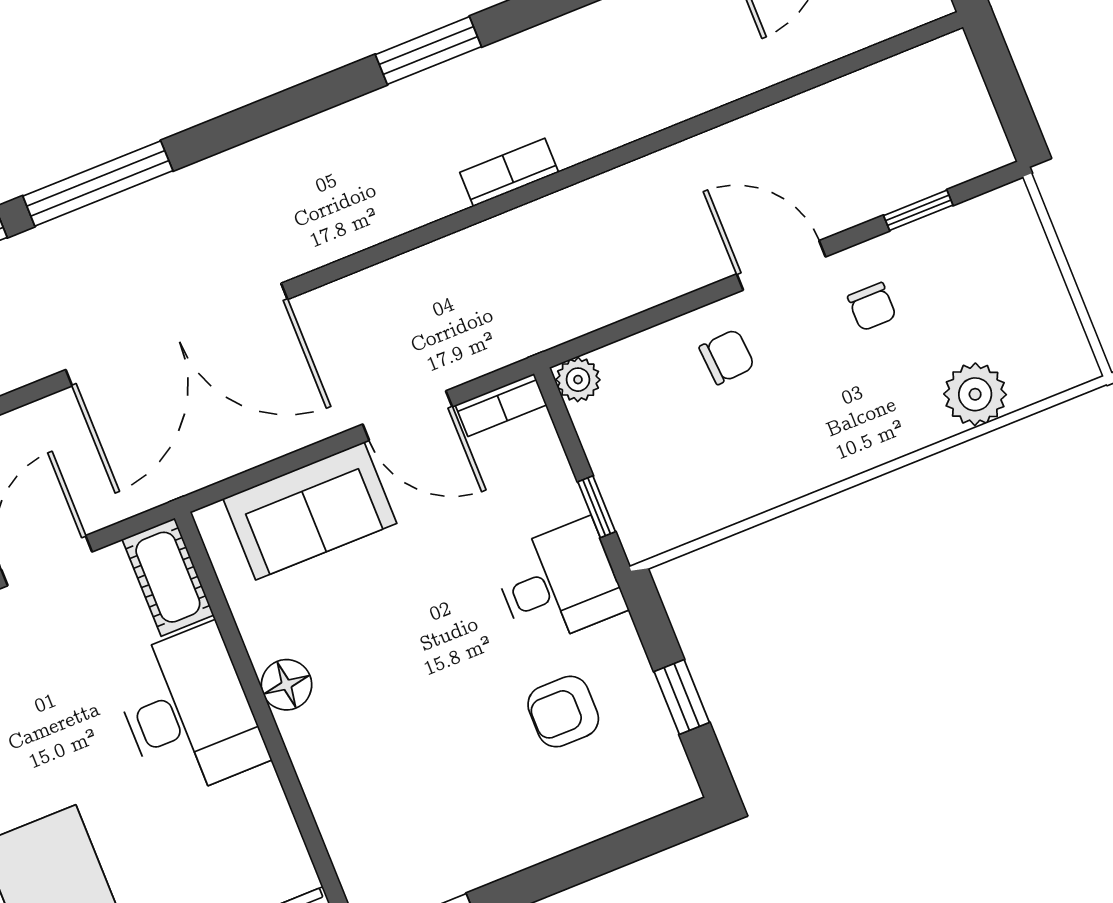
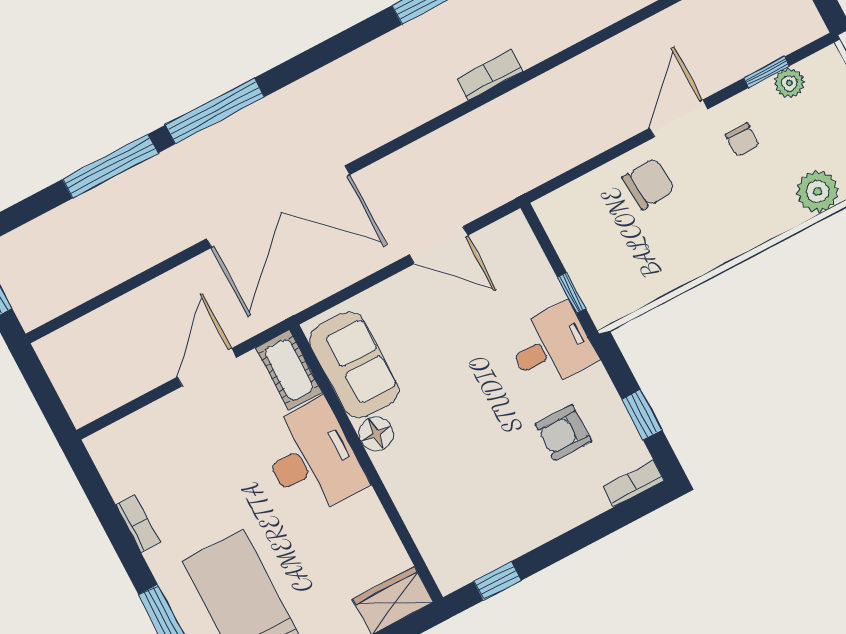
door: (781, 265) -> (678, 119), hinge flipped
chair: (727, 357) -> (649, 184), width x1.37, depth x1.37
plant: (578, 380) -> (789, 83), moved
bookcase: (501, 405) -> (634, 484), moved, turned 180
sofa: (310, 511) -> (354, 365), moved, turned -90

